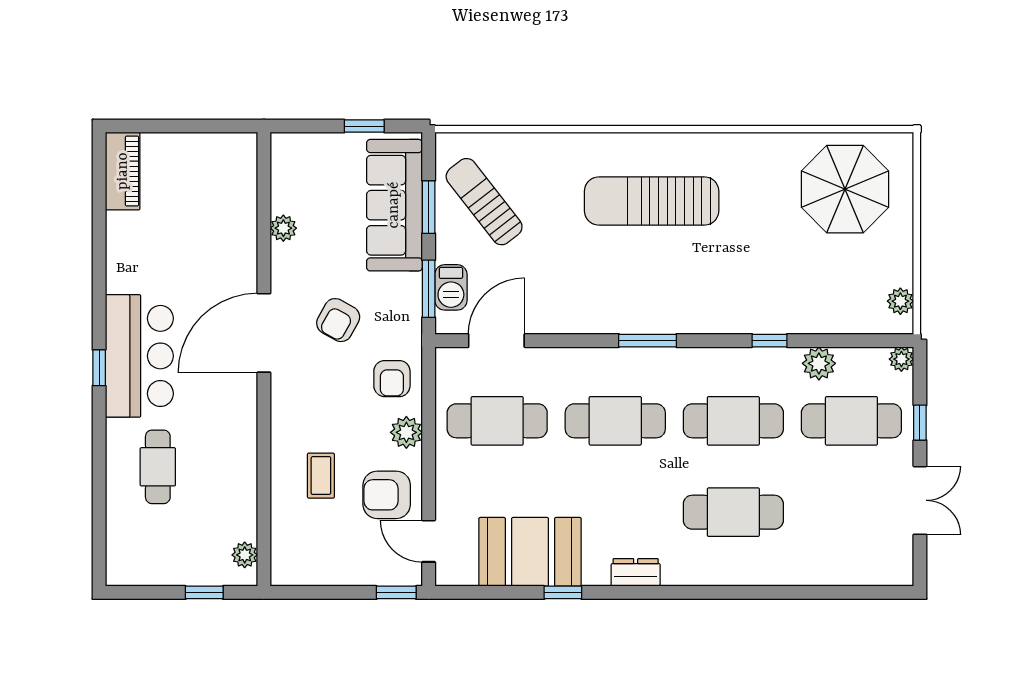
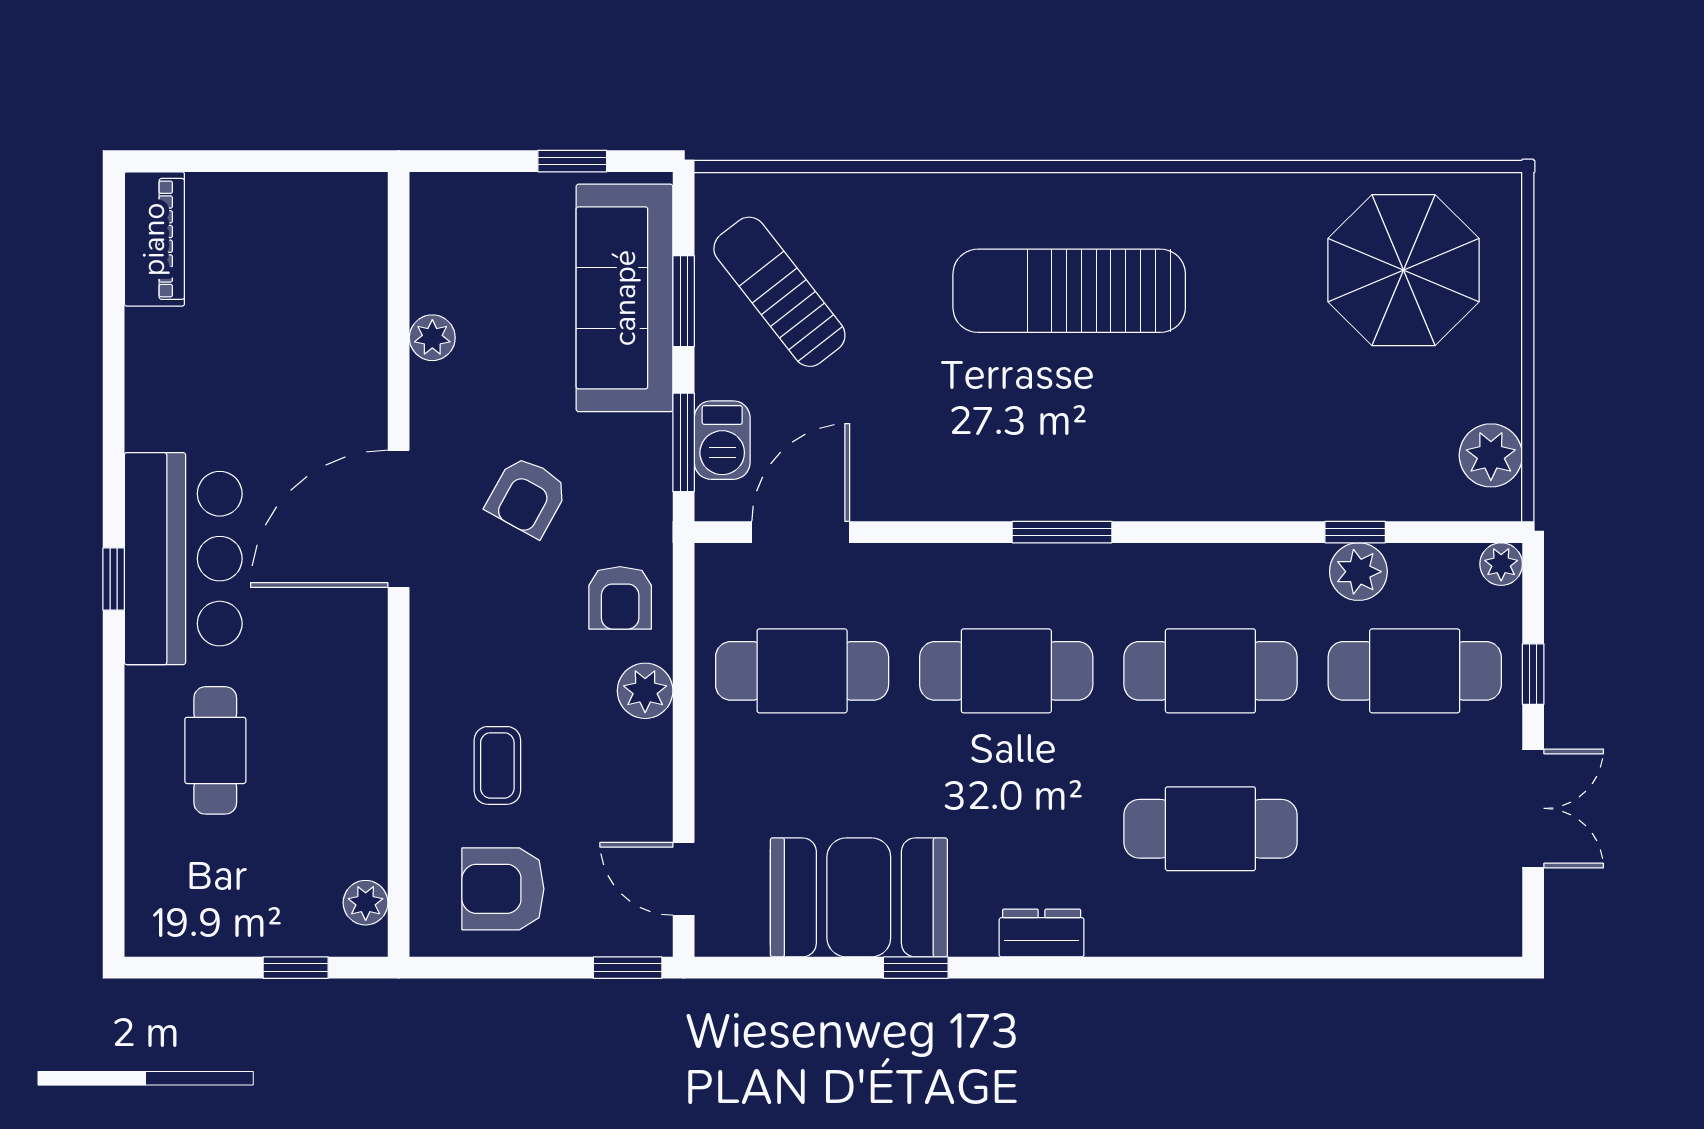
plant: (900, 301) -> (1491, 455), width x1.38, depth x1.38
window: (769, 341) -> (1355, 532), moved
armchair: (387, 495) -> (503, 889), moved

